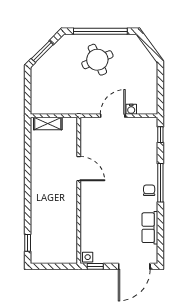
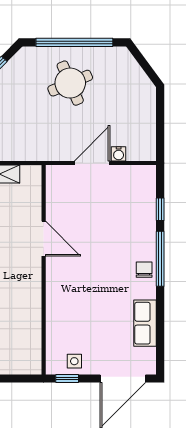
window: (160, 135) -> (160, 209), moved
side table: (88, 257) -> (74, 361), moved

